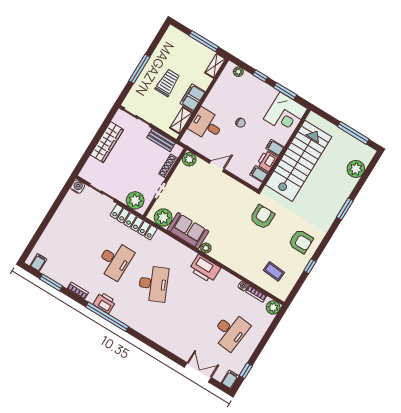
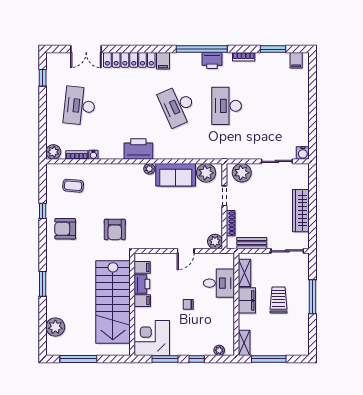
trolley: (168, 83) -> (278, 300), turned 180
locker: (134, 222) -> (129, 60), moved, turned 180
filing cabinet: (230, 380) -> (163, 61), moved

